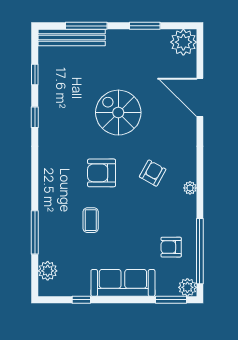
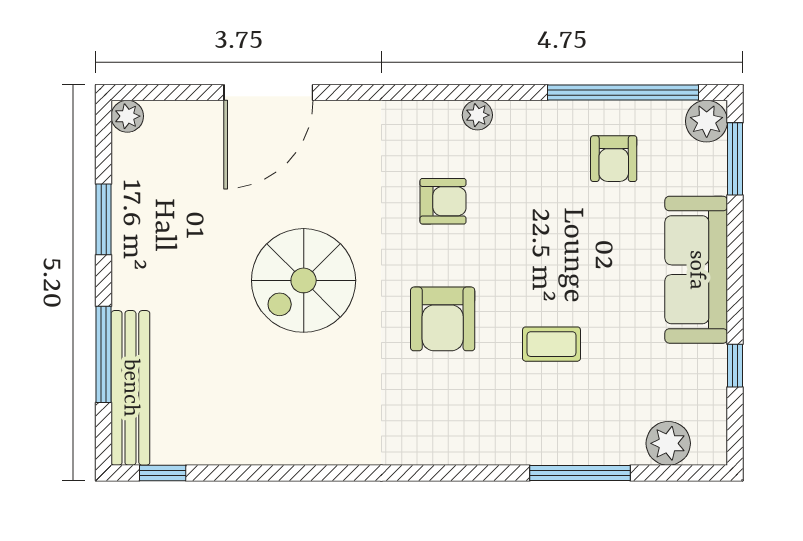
plant: (183, 42) -> (127, 116), width x0.53, depth x0.53
window: (35, 75) -> (163, 473), moved
window: (35, 117) -> (314, 473), removed
armchair: (153, 173) -> (443, 201), turned 151

